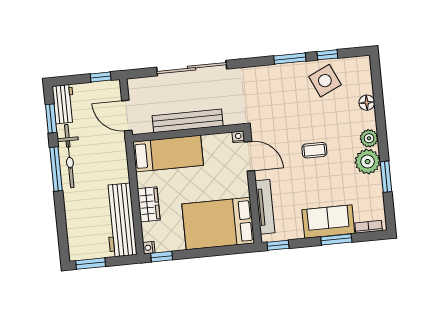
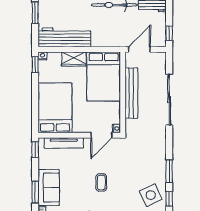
bed: (168, 154) -> (104, 76), width x1.50

